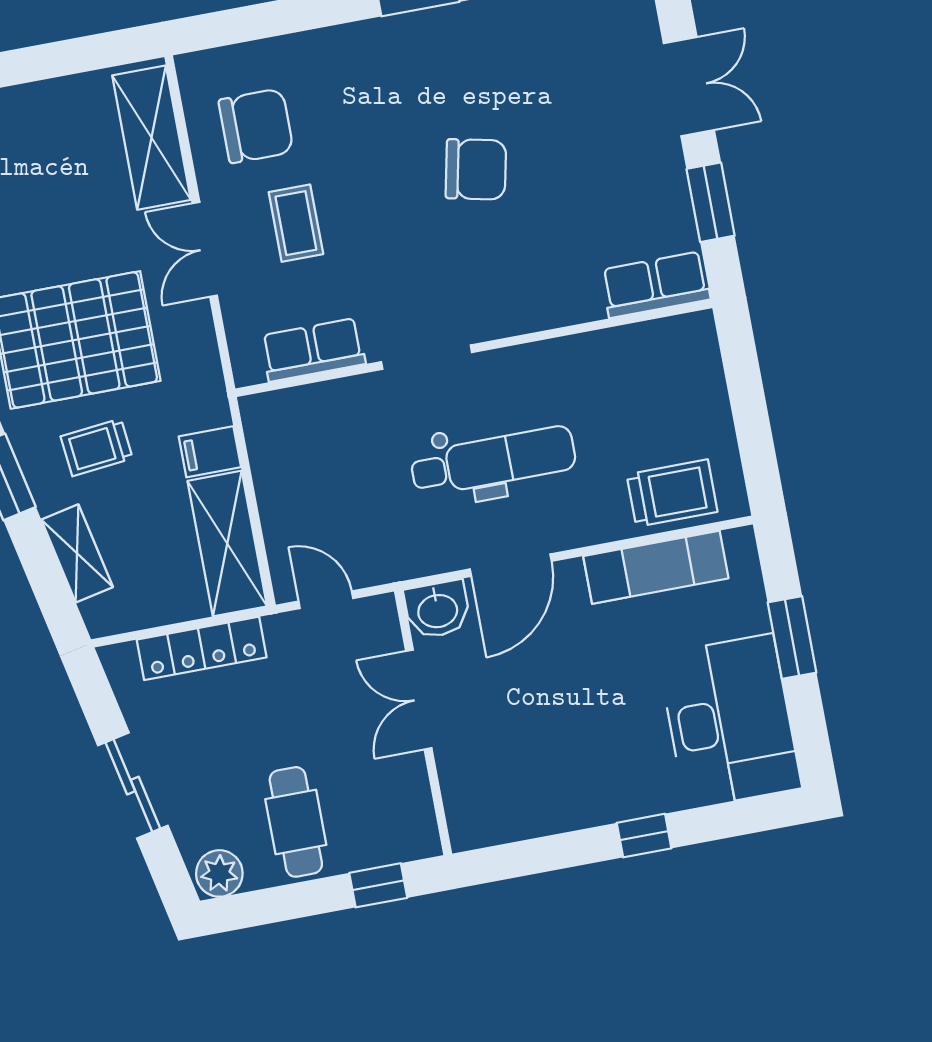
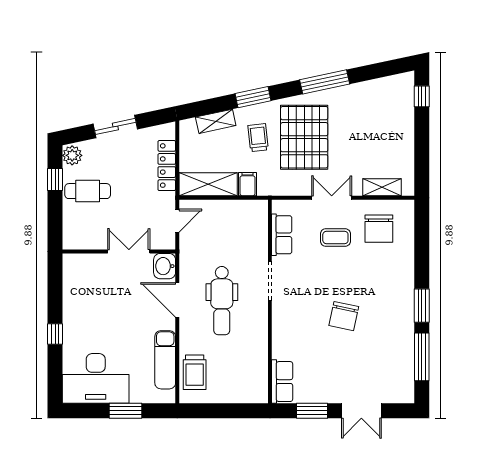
shelving: (152, 138) -> (382, 187), width x0.67, depth x0.75
window: (378, 885) -> (55, 180), moved

